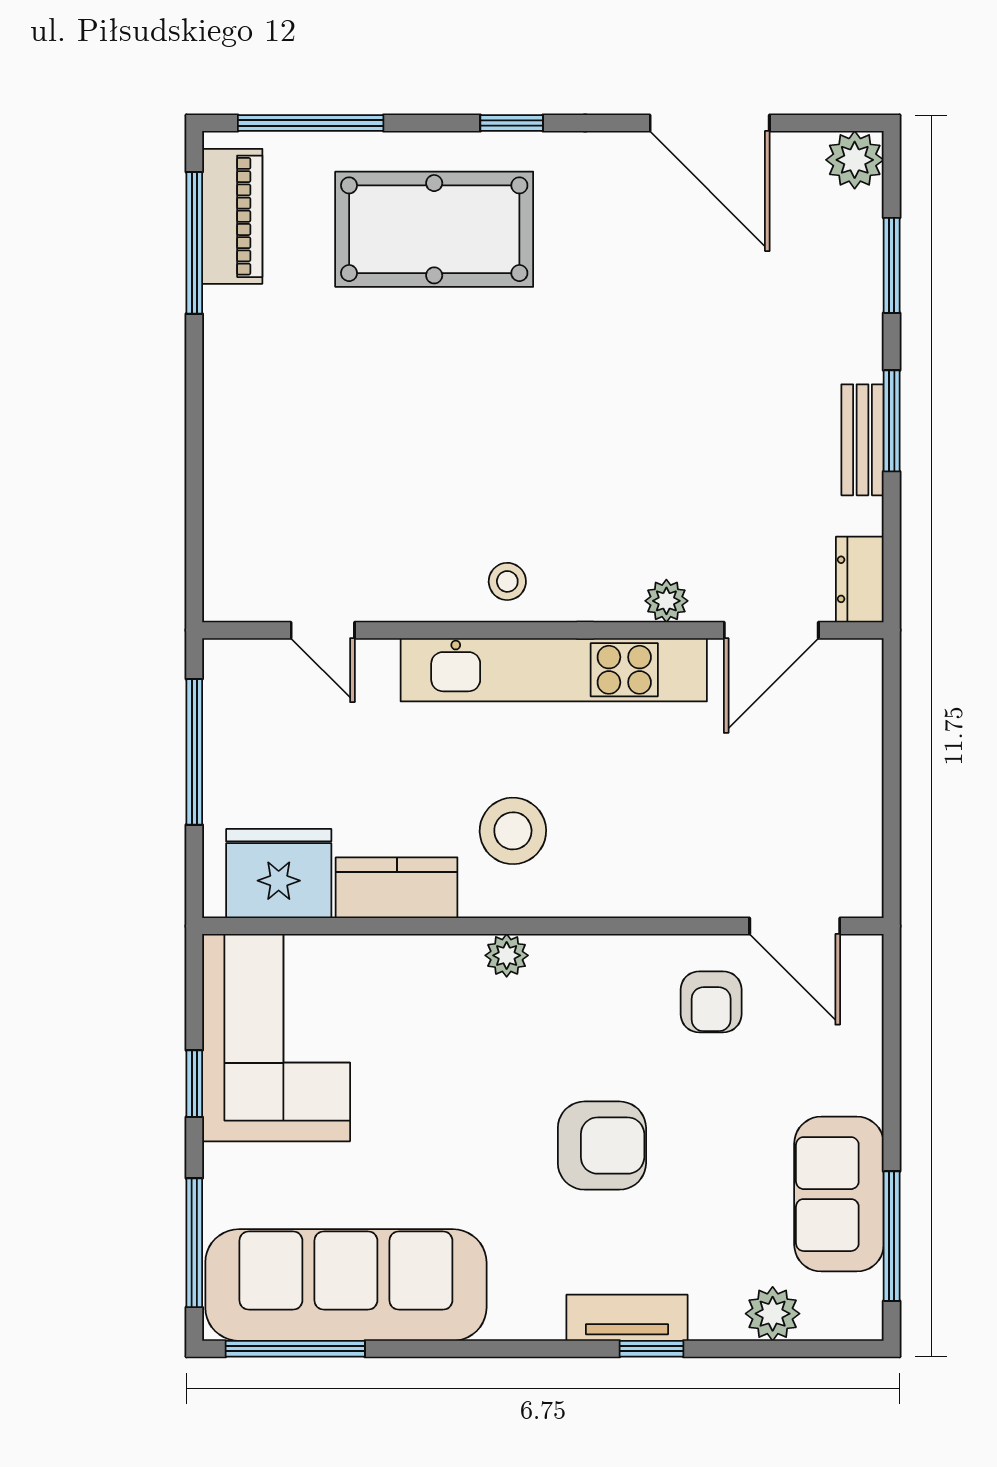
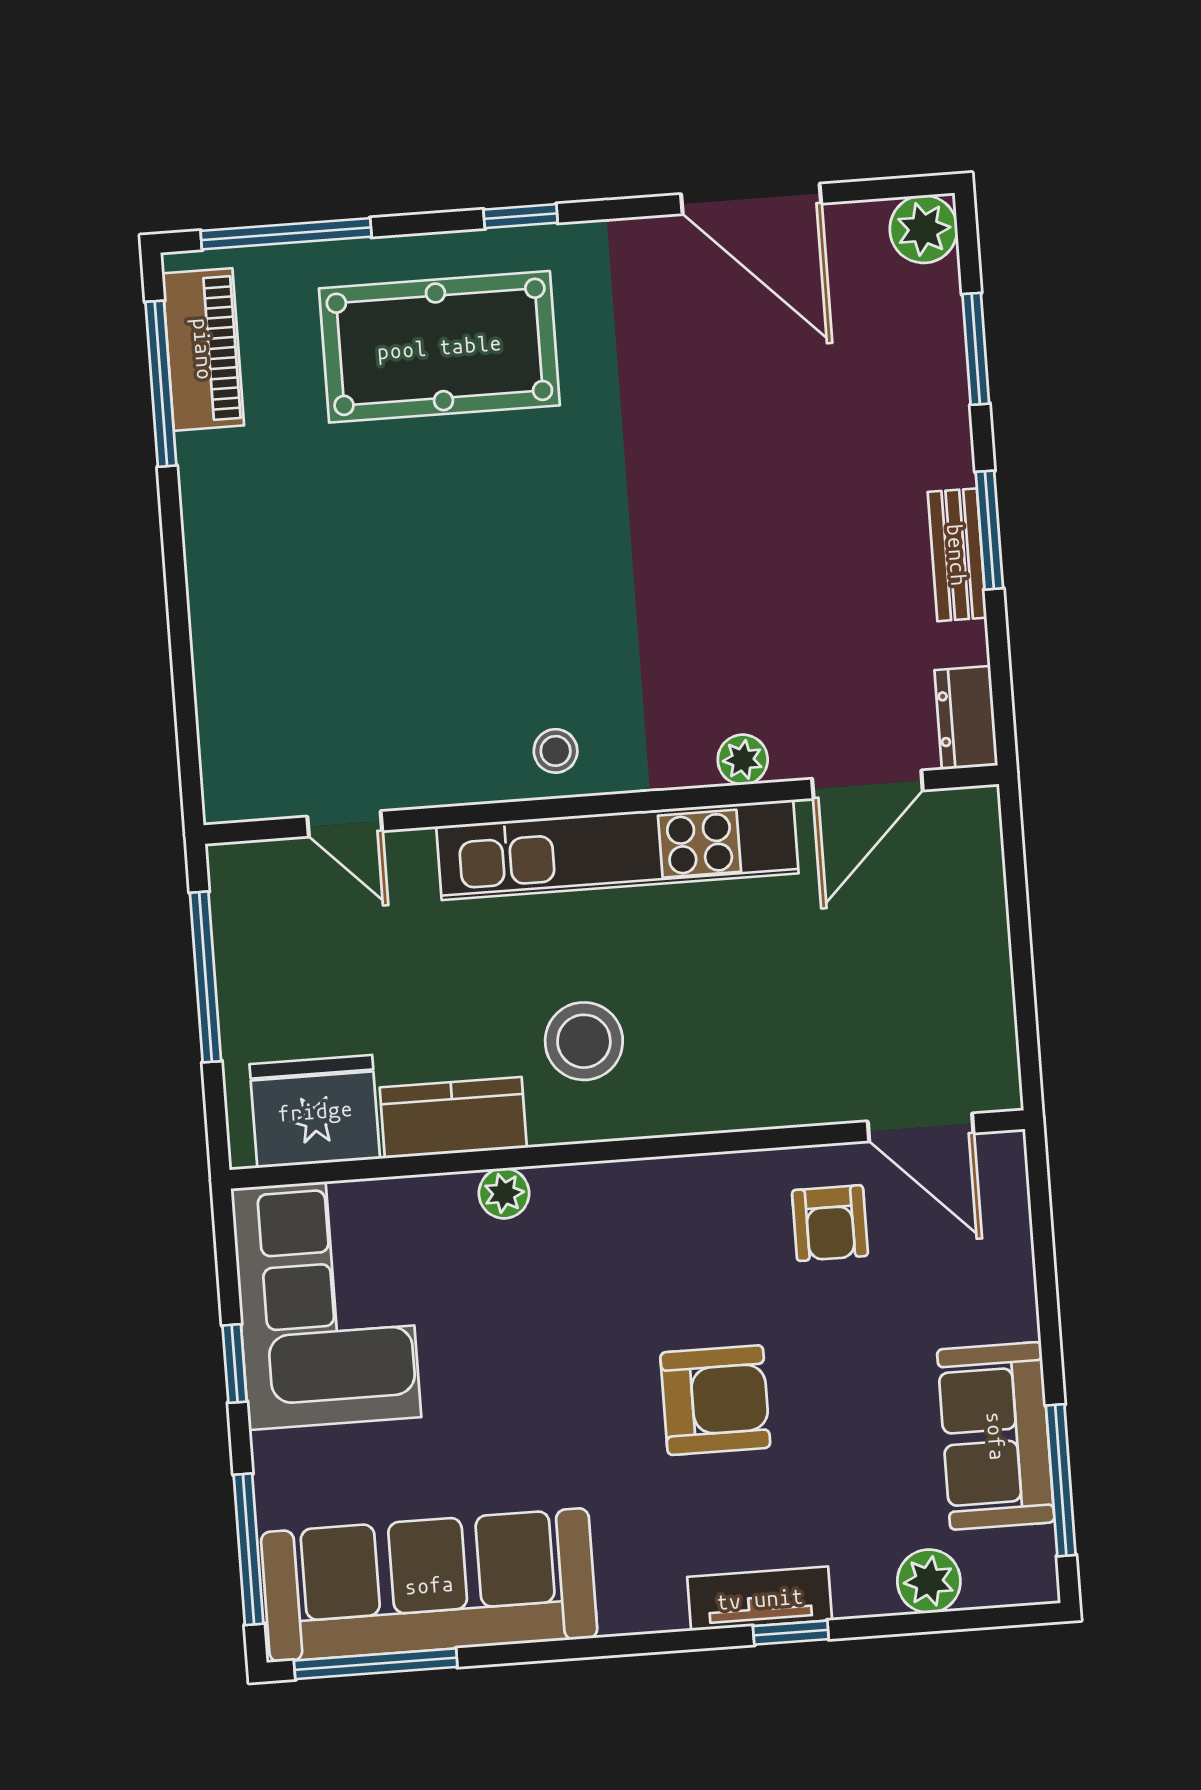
plant: (507, 955) -> (504, 1193), moved

